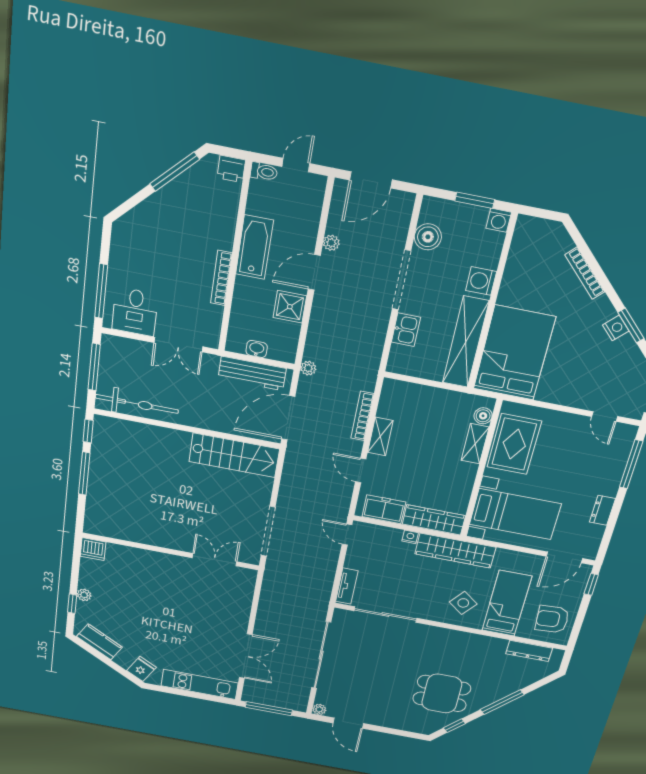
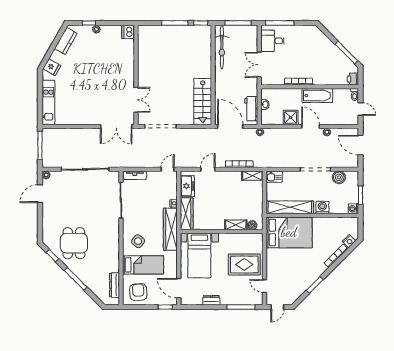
nightstand: (616, 328) -> (349, 241), moved
kitchen sink: (406, 330) -> (274, 177), moved
workbench: (252, 373) -> (251, 109), width x0.73
door: (605, 417) -> (265, 286), hinge flipped
shelving: (380, 436) -> (252, 176), moved
rug: (514, 444) -> (244, 265), moved
double door: (246, 656) -> (116, 126), moved

